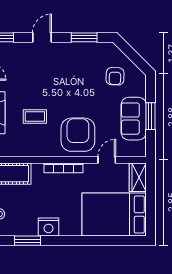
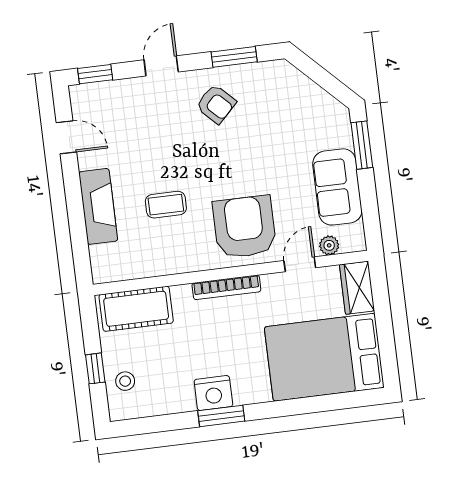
armchair: (115, 76) -> (216, 104), moved, turned -47
window: (150, 116) -> (362, 145), moved
plant: (125, 151) -> (329, 245), added
window: (28, 241) -> (221, 416), moved

